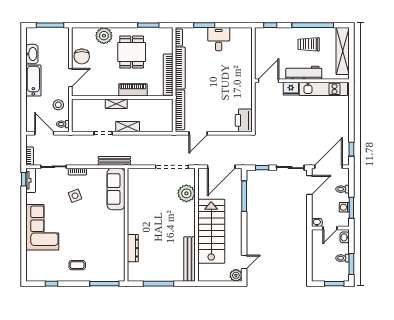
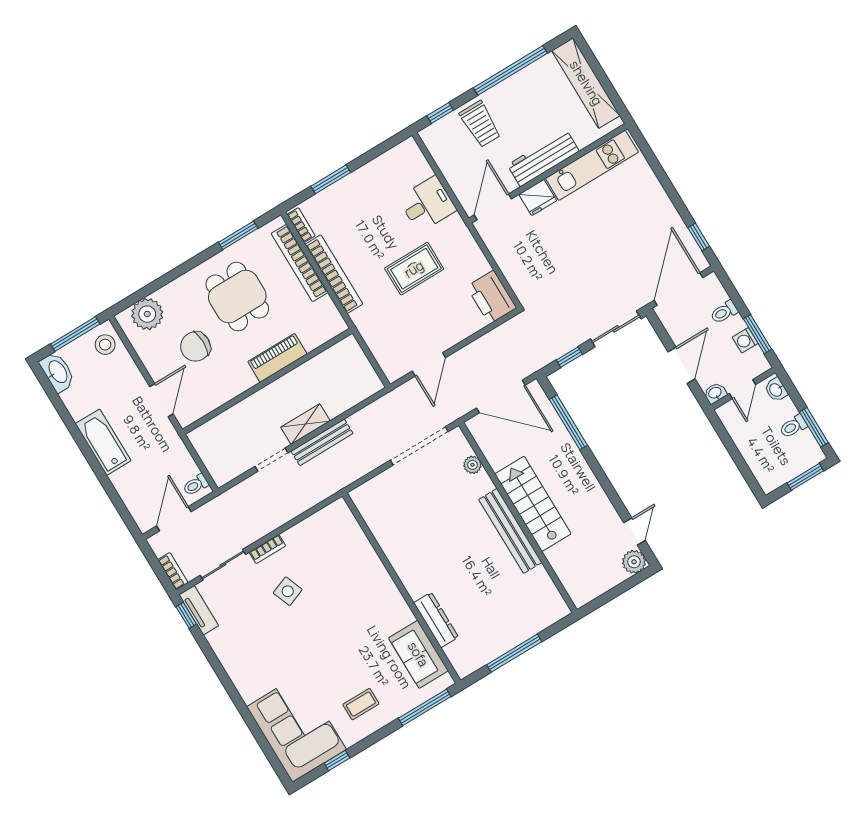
plant: (104, 36) -> (147, 314), moved
desk: (219, 39) -> (427, 204), moved, turned 90
trolley: (309, 44) -> (480, 124), moved, turned -90
washbasin: (32, 54) -> (57, 372), moved
chair: (82, 56) -> (195, 347), moved, turned 90
bookcase: (168, 75) -> (300, 263), moved
rug: (217, 87) -> (414, 269), added
shelving: (116, 104) -> (264, 398), removed
stool: (58, 105) -> (105, 345), moved
bookcase: (180, 110) -> (376, 344), removed
door: (44, 133) -> (174, 519), hinge flipped
bench: (114, 161) -> (322, 442), moved
door: (221, 167) -> (501, 397), hinge flipped
door: (309, 185) -> (681, 365), moved
sofa: (116, 189) -> (418, 654), moved, width x0.73
plant: (186, 193) -> (473, 465), width x0.53, depth x0.53
corner sofa: (42, 227) -> (296, 728), moved
stairs: (211, 231) -> (533, 504), width x0.73, depth x0.66
bench: (190, 259) -> (510, 531), moved

